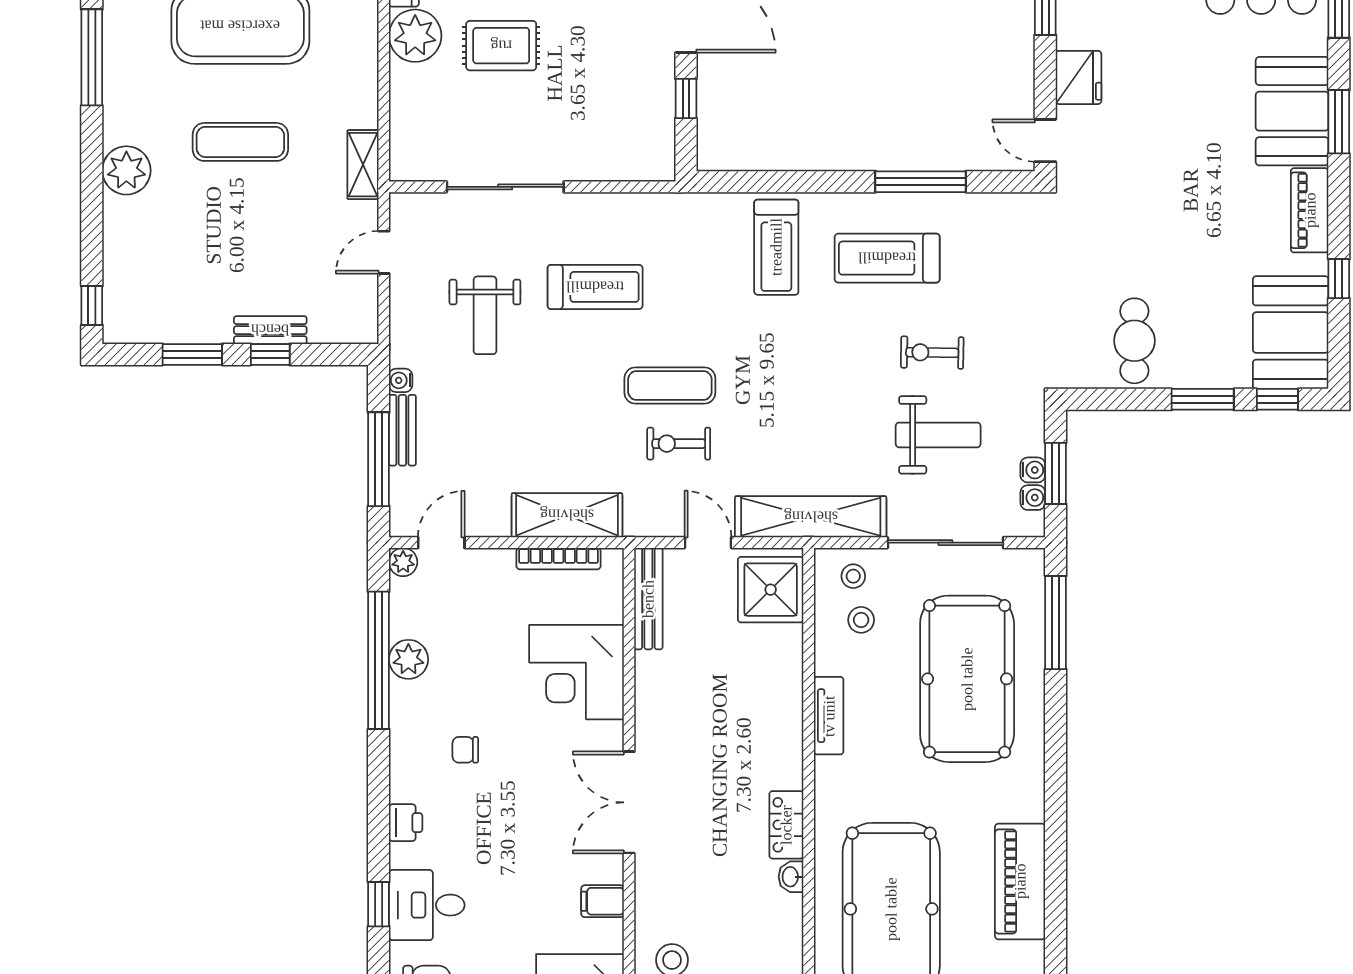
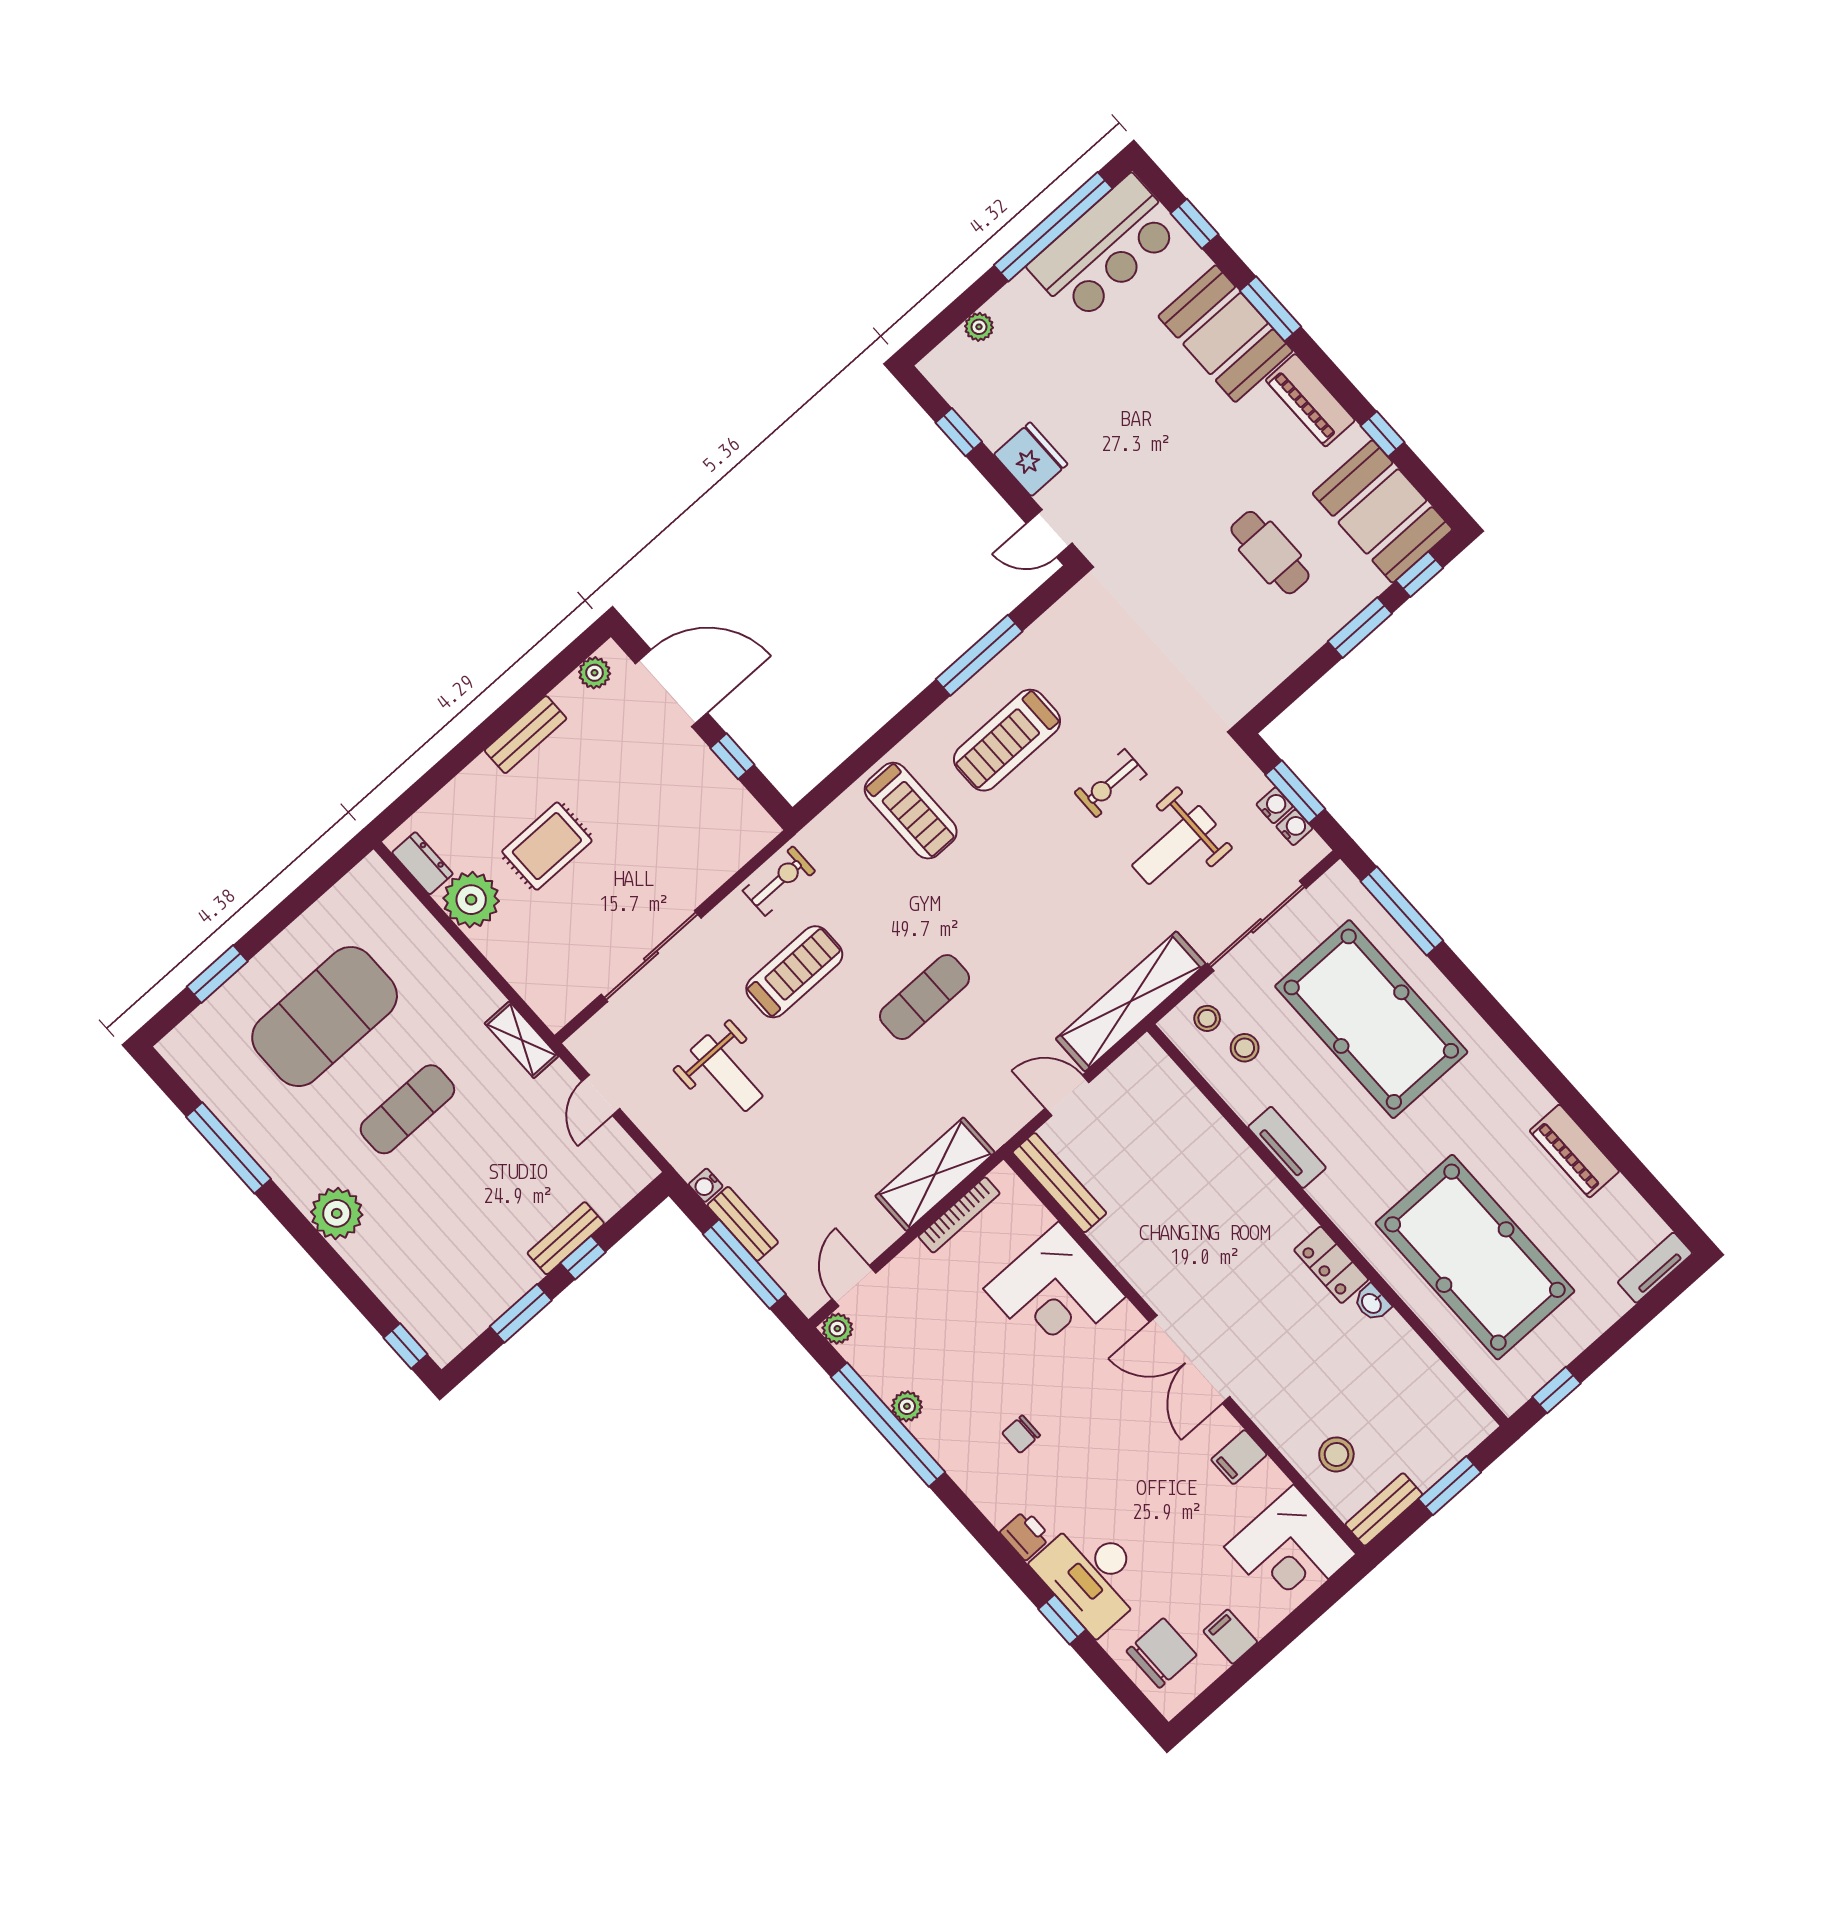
cafe table: (1134, 341) -> (1270, 553), moved
weight bench: (938, 435) -> (1174, 845), turned 180
exercise bike: (679, 444) -> (779, 881), moved, turned 180
shower: (771, 590) -> (1151, 1088), removed
plant: (408, 659) -> (907, 1406), width x0.73, depth x0.73
piano: (1020, 881) -> (1574, 1151), width x0.73, depth x0.75
desk: (427, 905) -> (1092, 1575), width x1.37

